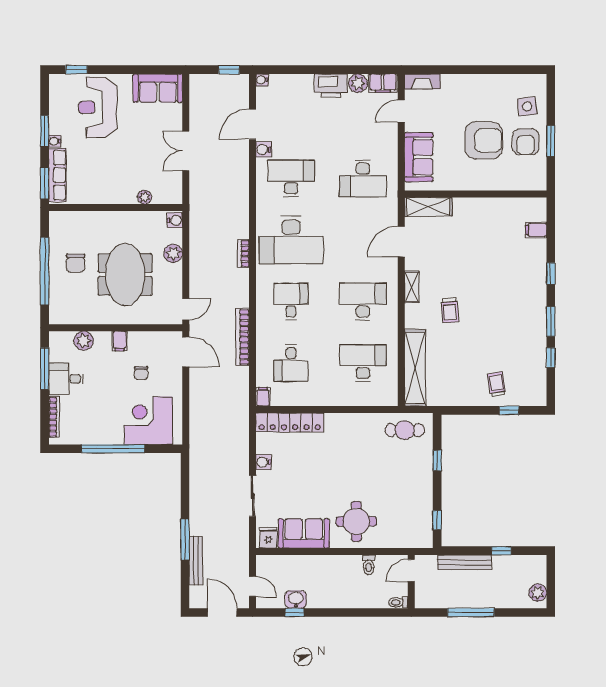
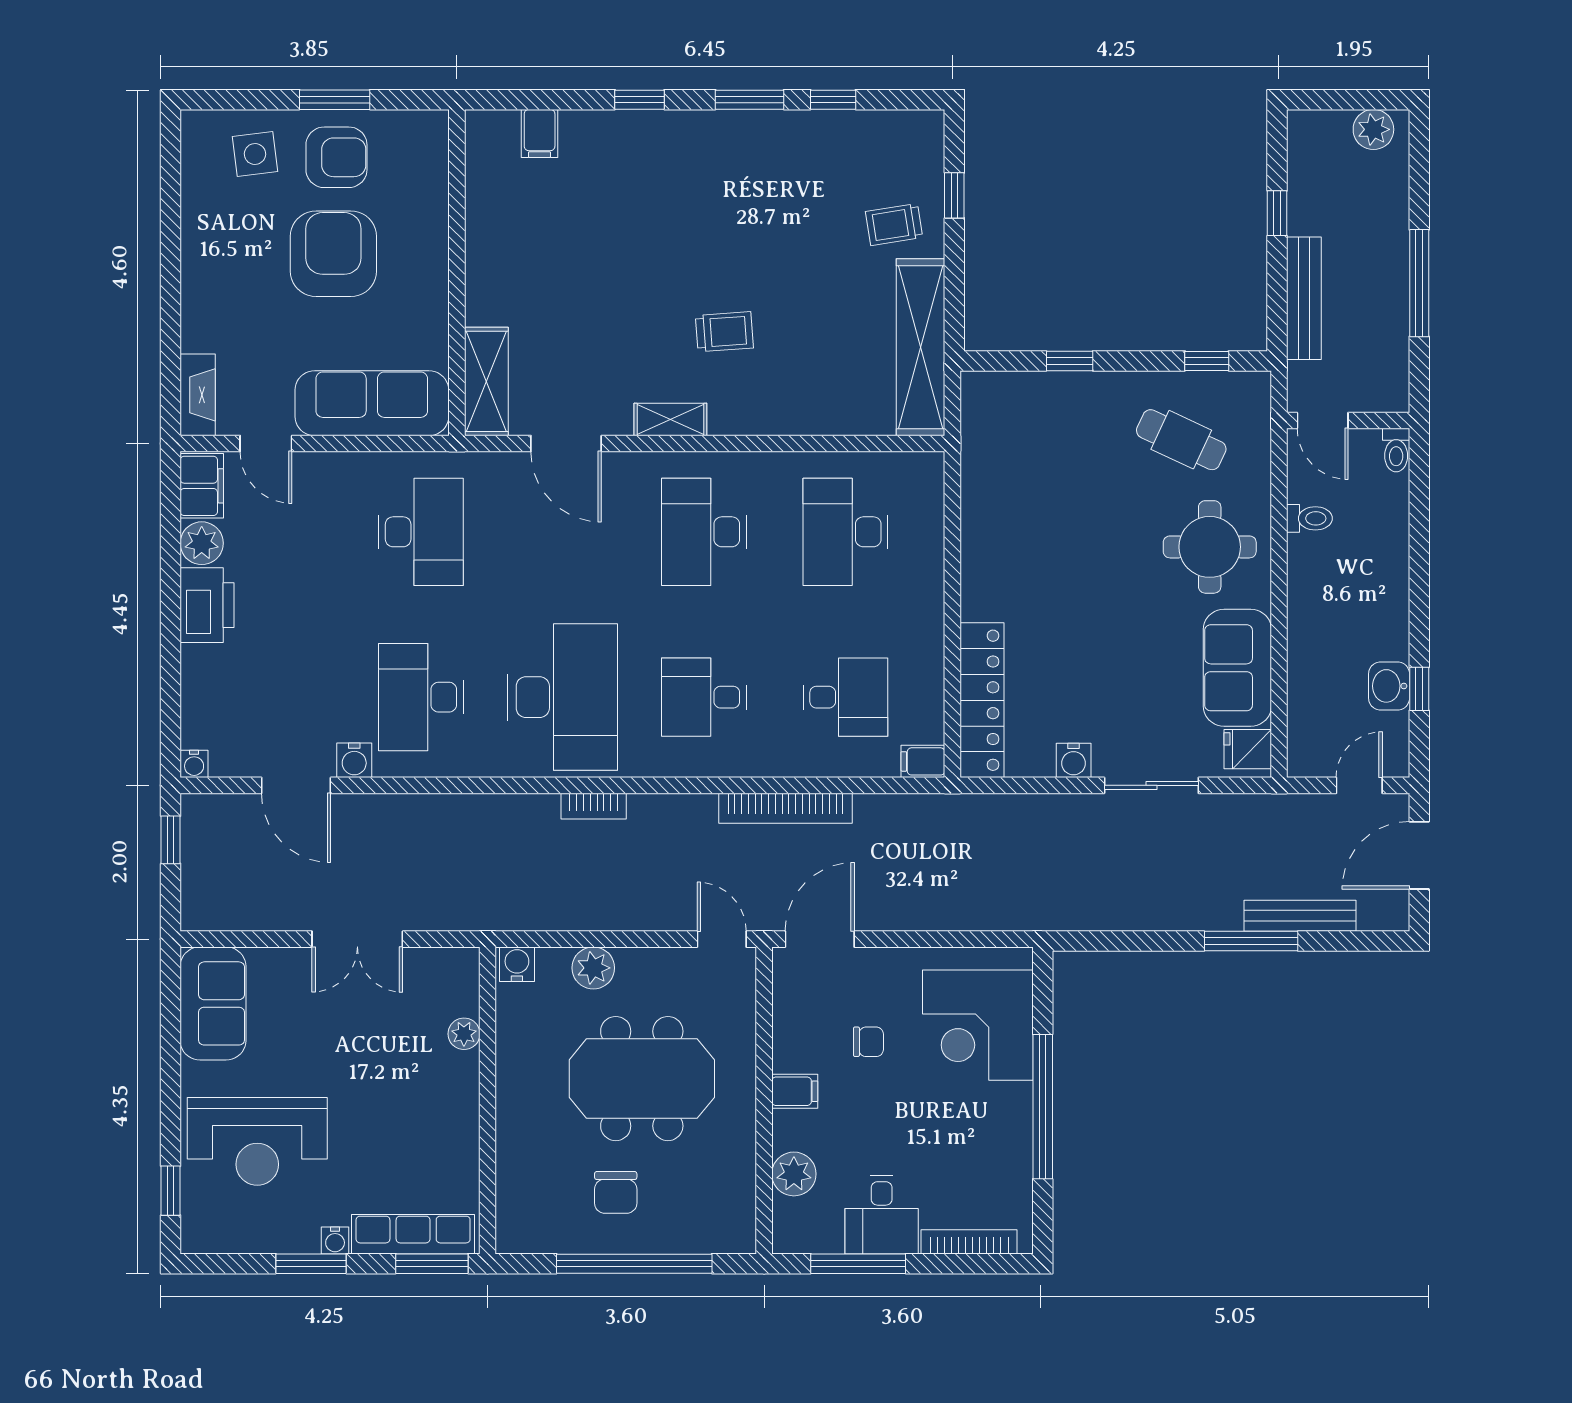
sofa: (419, 157) -> (372, 403), width x1.36
chair: (76, 263) -> (616, 1192), turned 90
shelving: (415, 368) -> (921, 347), moved, turned 90
cafe table: (405, 430) -> (1181, 440), moved, turned -65

